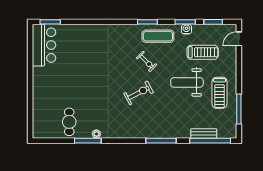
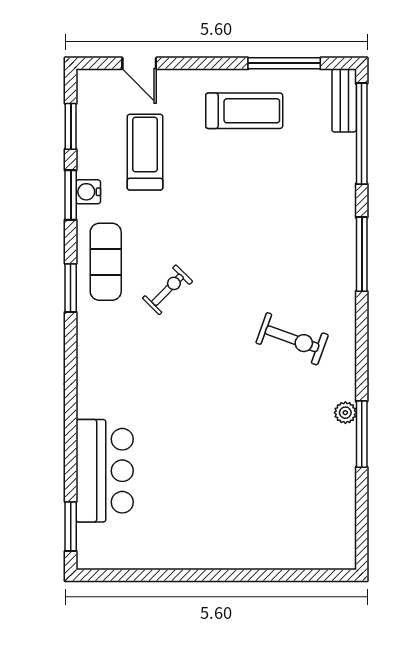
door: (239, 39) -> (139, 63), moved
bar counter: (44, 45) -> (105, 471), moved, turned 90
weight bench: (187, 82) -> (219, 191), removed
exercise bike: (139, 93) -> (292, 339), moved, turned 138
cafe table: (69, 122) -> (316, 479), removed
bench: (204, 133) -> (344, 100), moved

